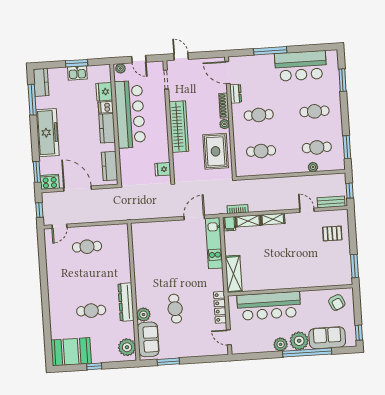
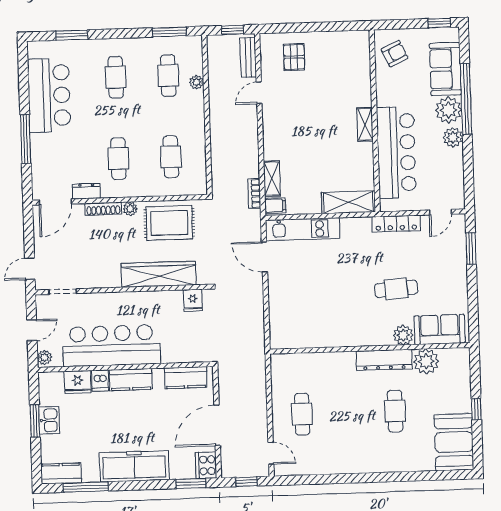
wardrobe: (179, 127) -> (159, 274), moved
shelving: (273, 219) -> (365, 124), moved
window: (355, 266) -> (342, 26), removed
plant: (127, 347) -> (426, 361), moved
window: (168, 362) -> (471, 249), moved

